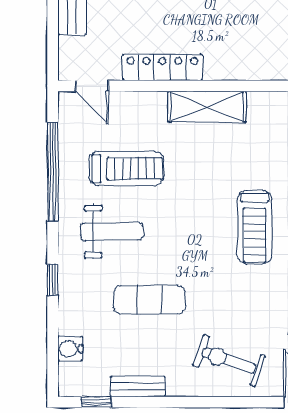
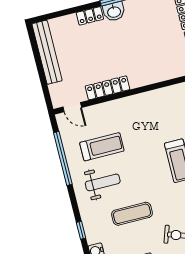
shelving: (207, 107) -> (137, 103), removed
window: (53, 280) -> (81, 230), moved

